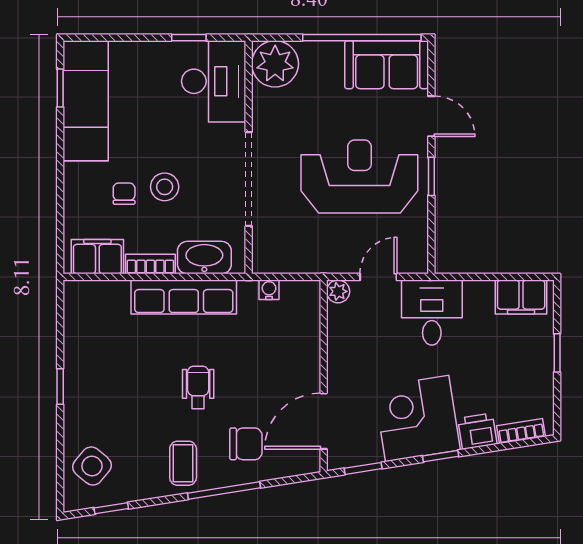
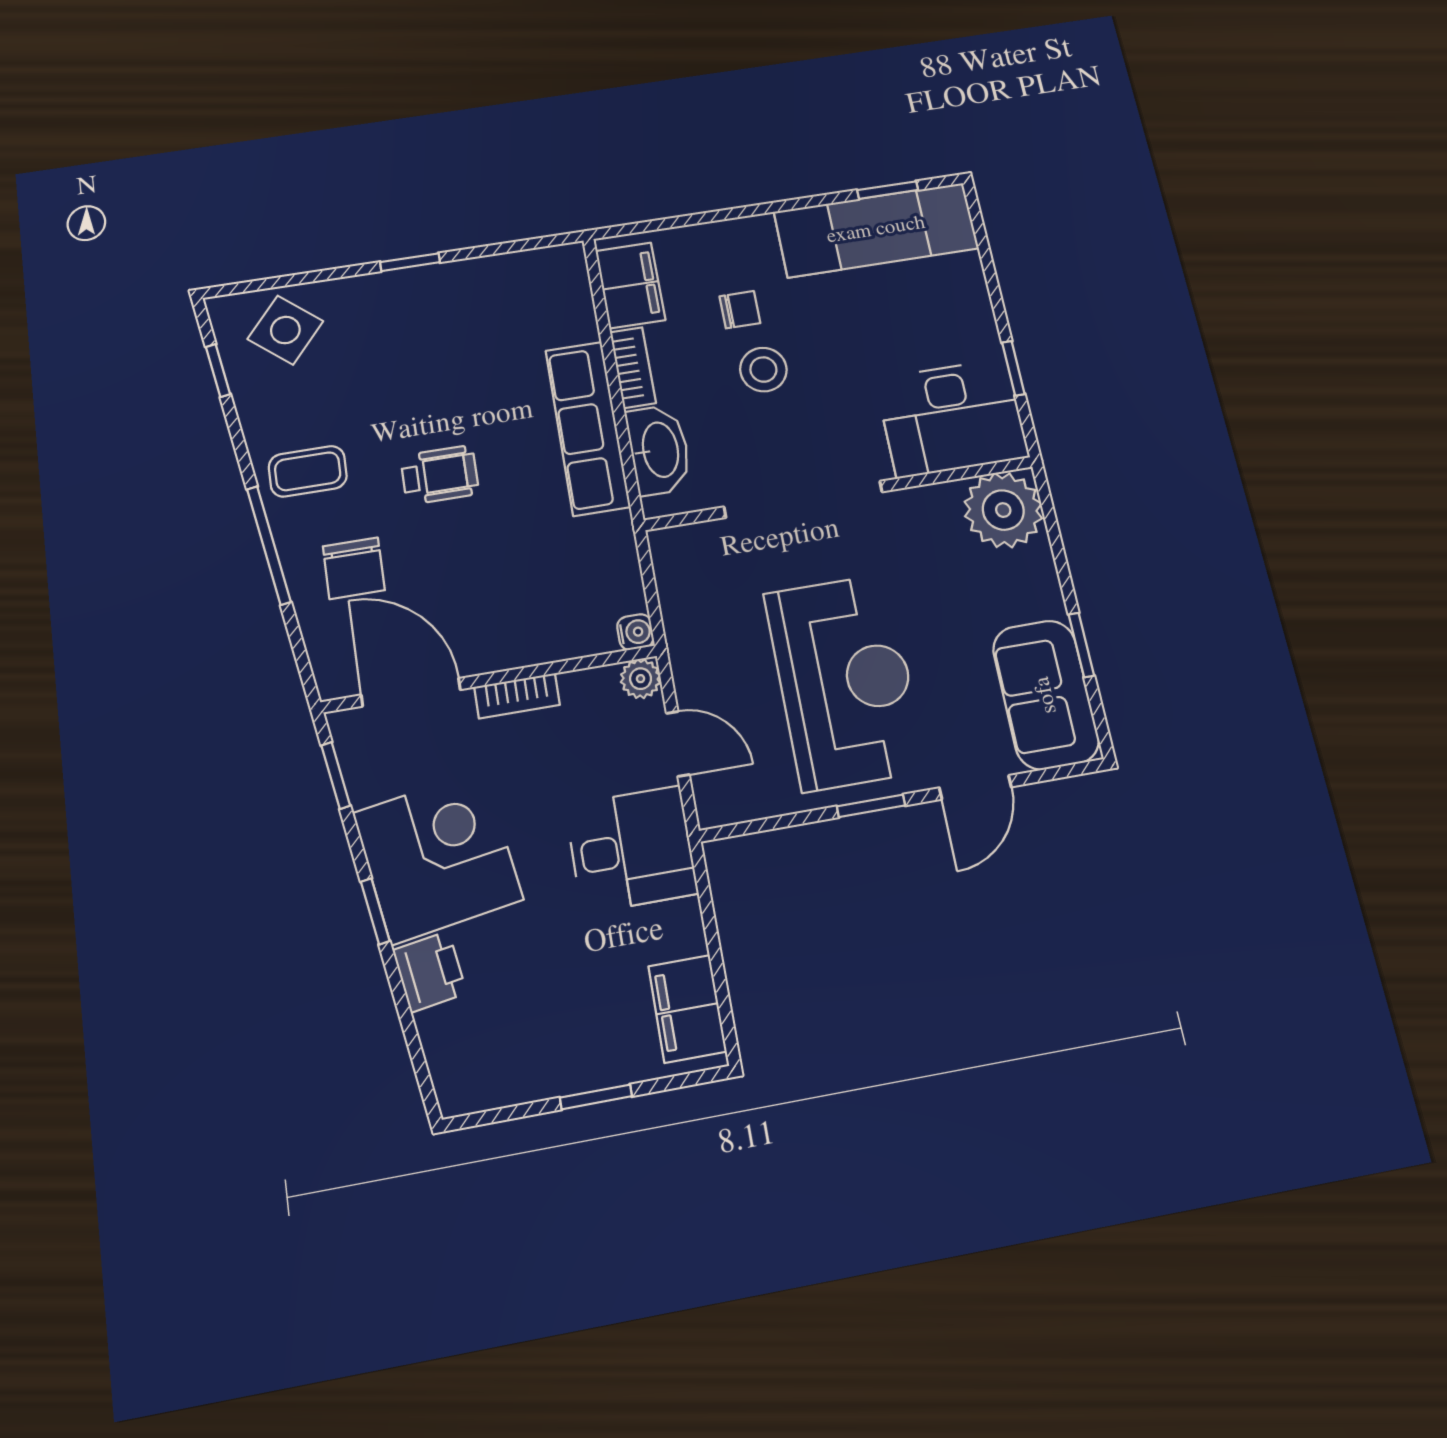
window: (362, 38) -> (1081, 645), width x0.32
water cooler: (269, 290) -> (635, 632), moved
bookcase: (521, 431) -> (517, 696), moved, turned 99

